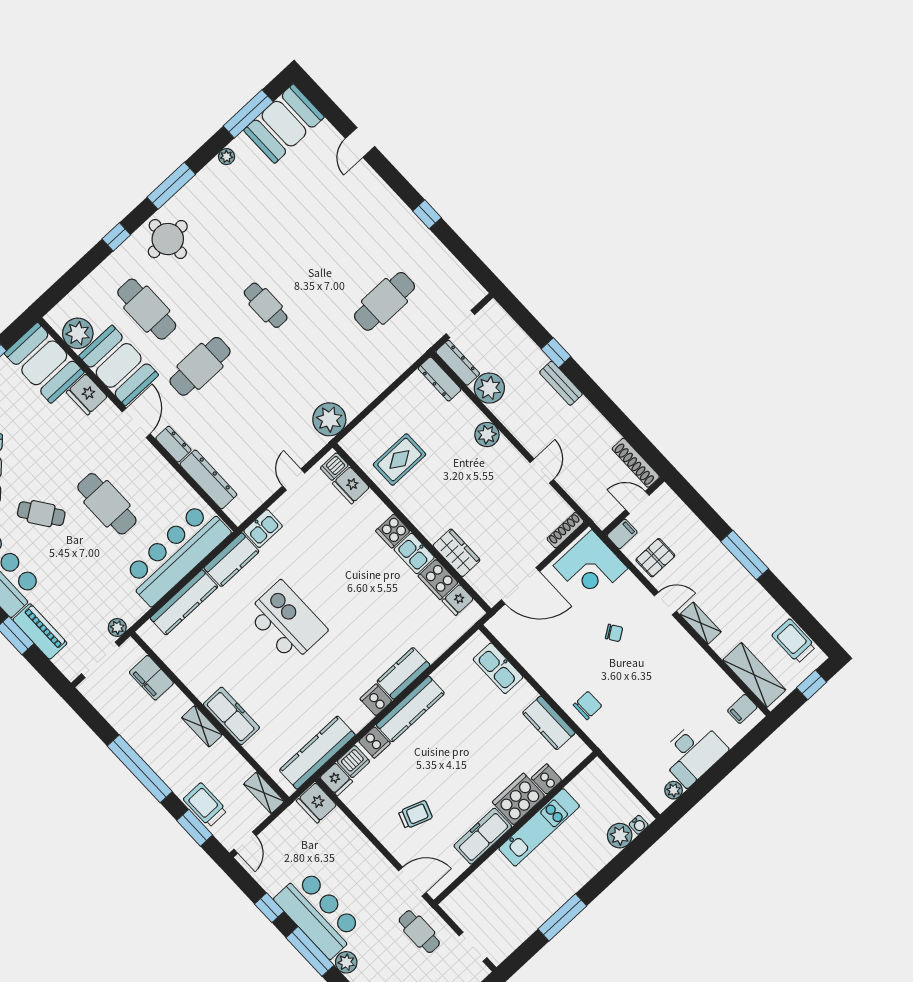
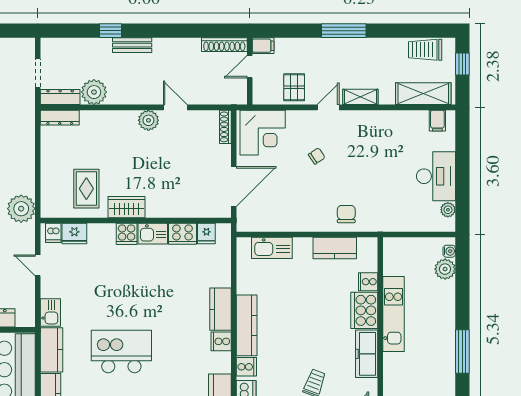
plant: (487, 435) -> (148, 120), moved
filing cabinet: (622, 534) -> (263, 46), moved, turned 90
wardrobe: (457, 553) -> (127, 207), moved

